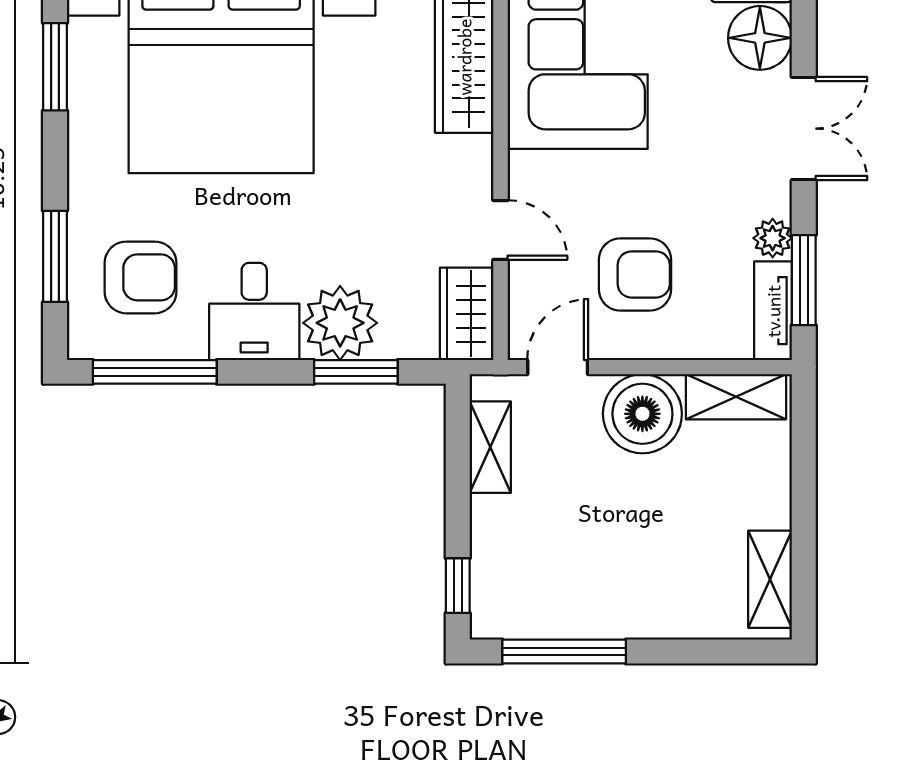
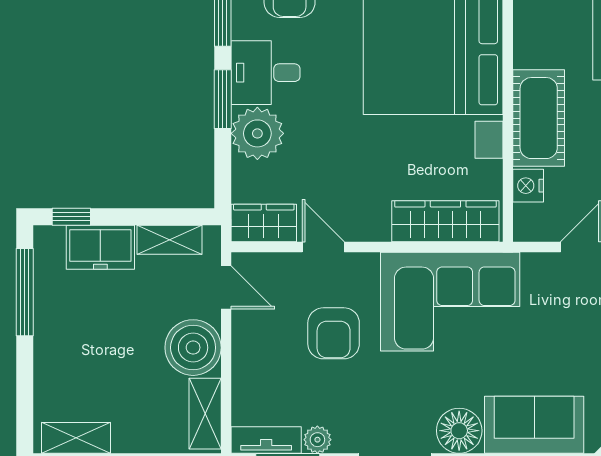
door: (500, 230) -> (323, 247), swing flipped
armchair: (635, 274) -> (334, 333), moved
window: (356, 372) -> (223, 99), moved
freezer: (501, 545) -> (100, 247), added

